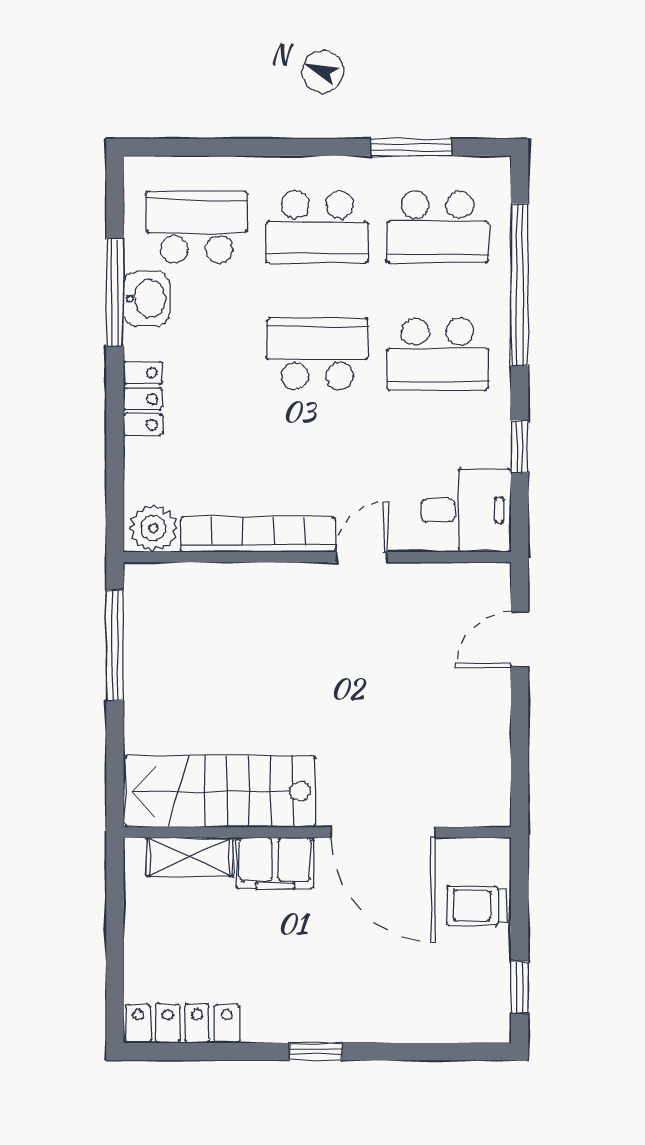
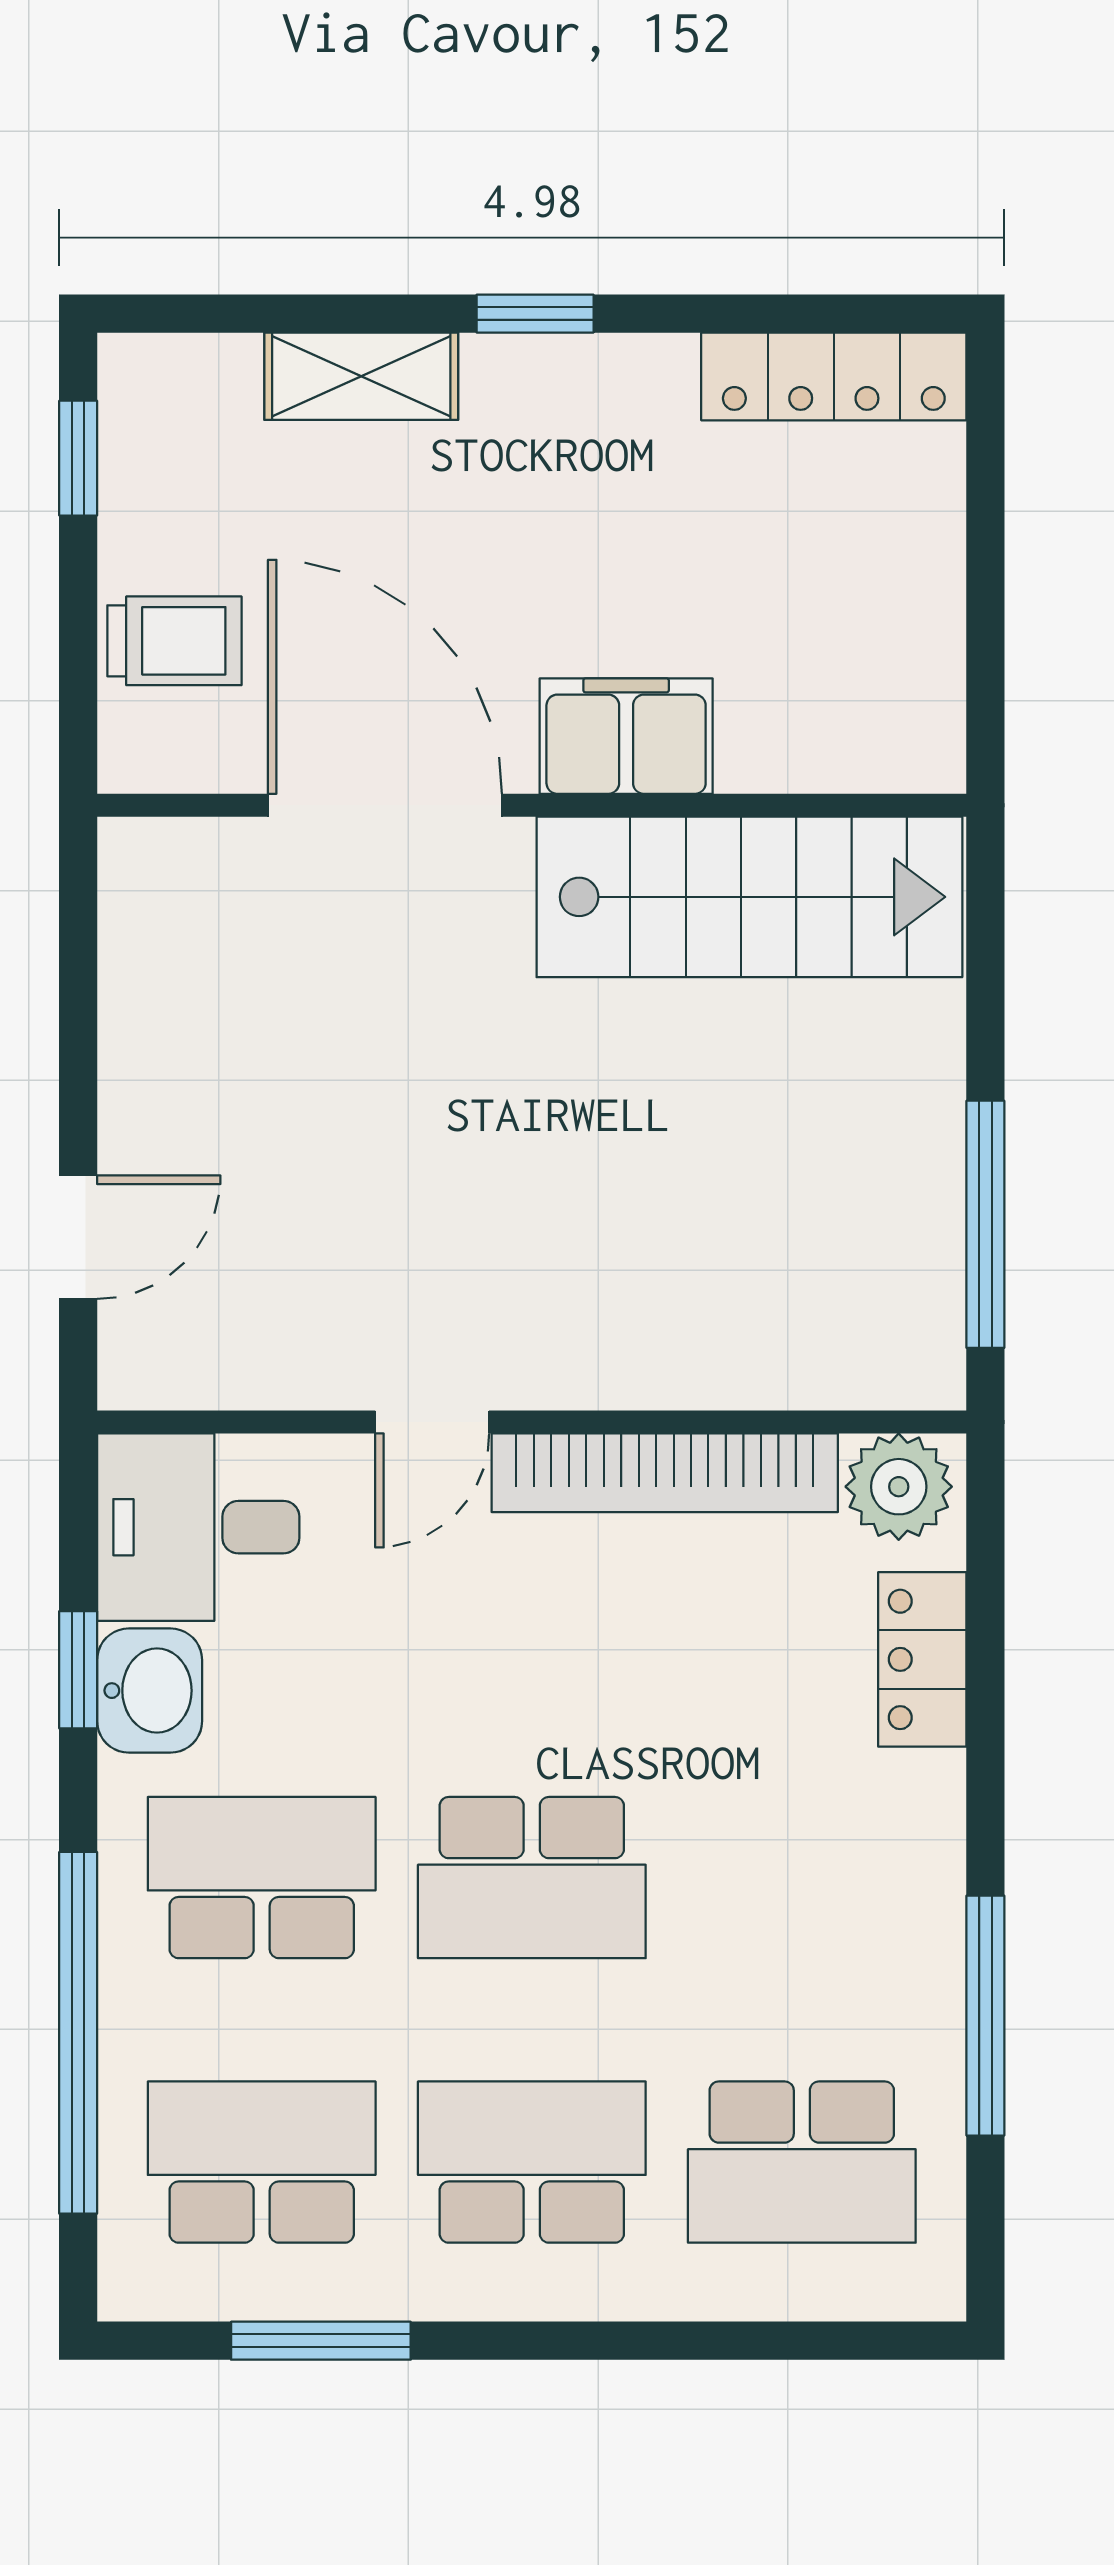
washbasin: (147, 299) -> (150, 1691), moved, turned 180
locker: (143, 399) -> (922, 1659), moved
shelving: (190, 857) -> (361, 376), moved

